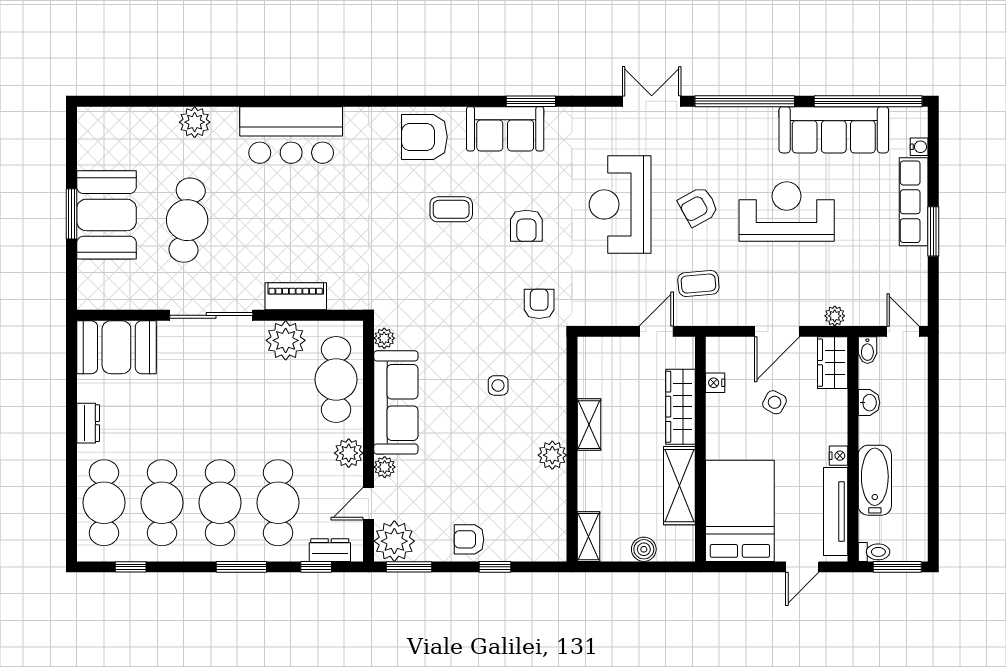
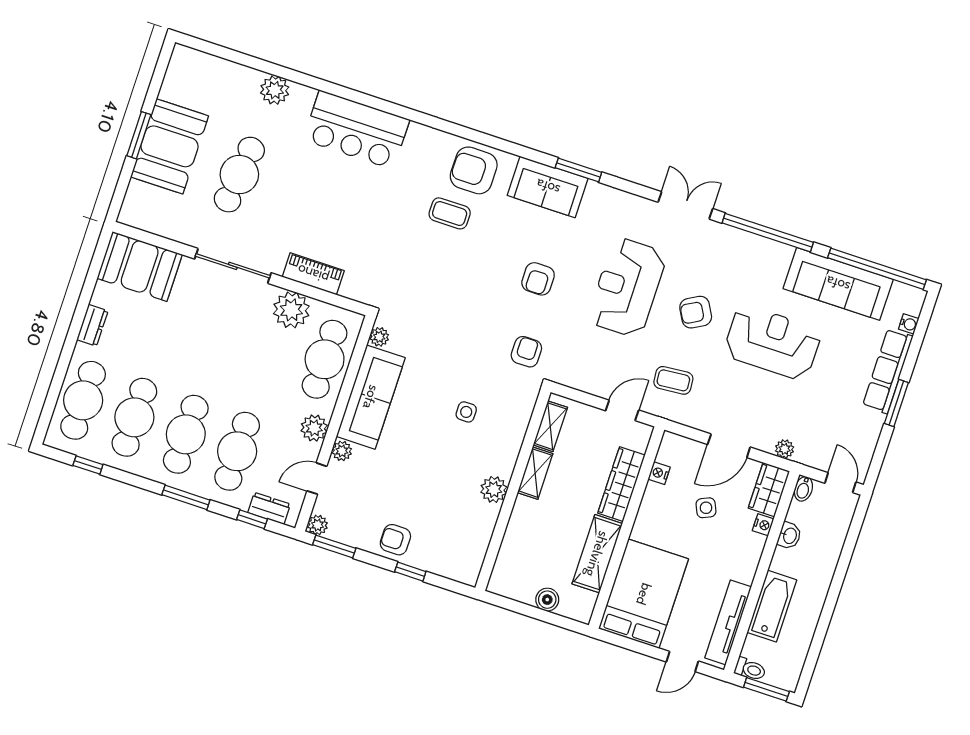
coffee table: (451, 209) -> (450, 213), moved
side table: (775, 402) -> (706, 508), turned 38
nightstand: (838, 456) -> (763, 525), moved
shelving: (588, 537) -> (550, 426), moved
plant: (394, 541) -> (318, 525), width x0.53, depth x0.53

